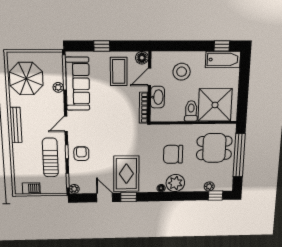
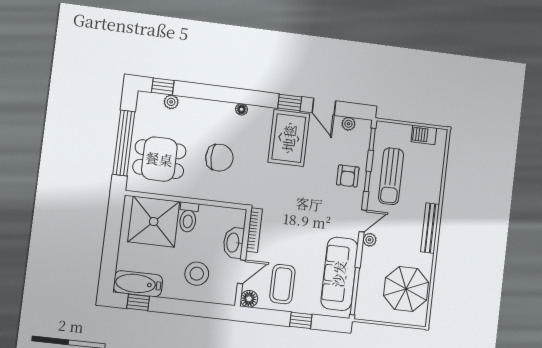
plant: (58, 87) -> (370, 240), moved
plant: (175, 183) -> (220, 114), removed
plant: (74, 189) -> (348, 124), moved

